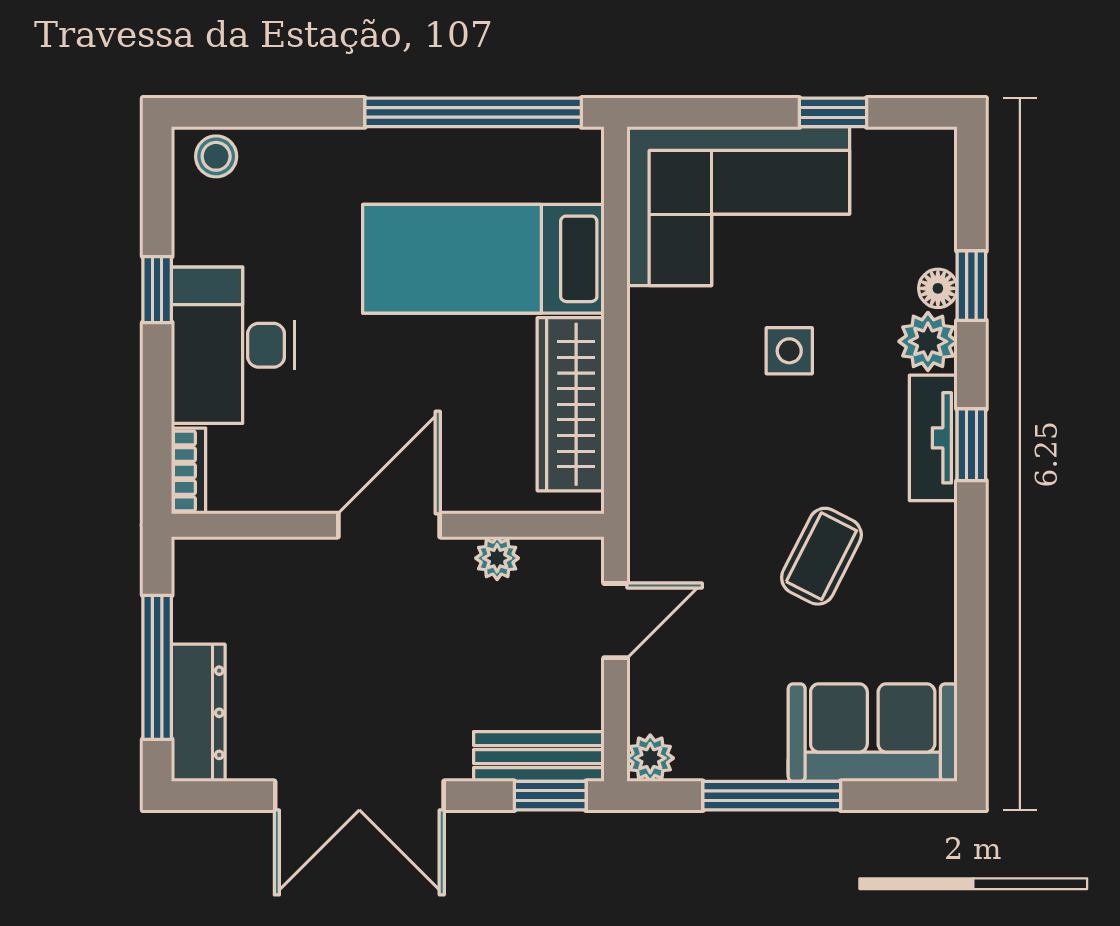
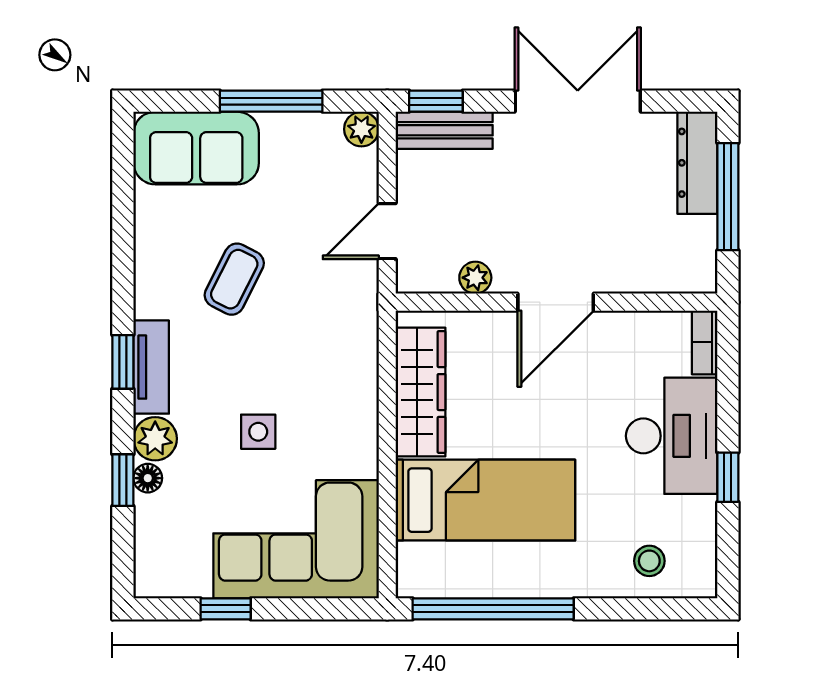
stool: (216, 156) -> (649, 561), moved

